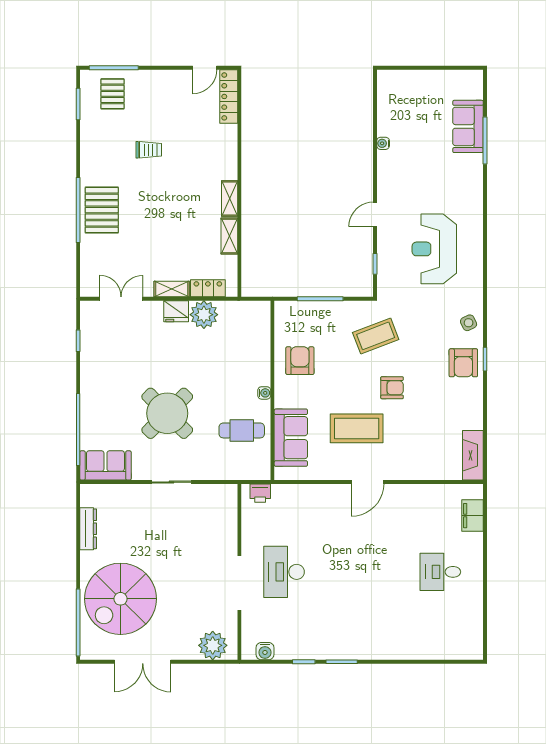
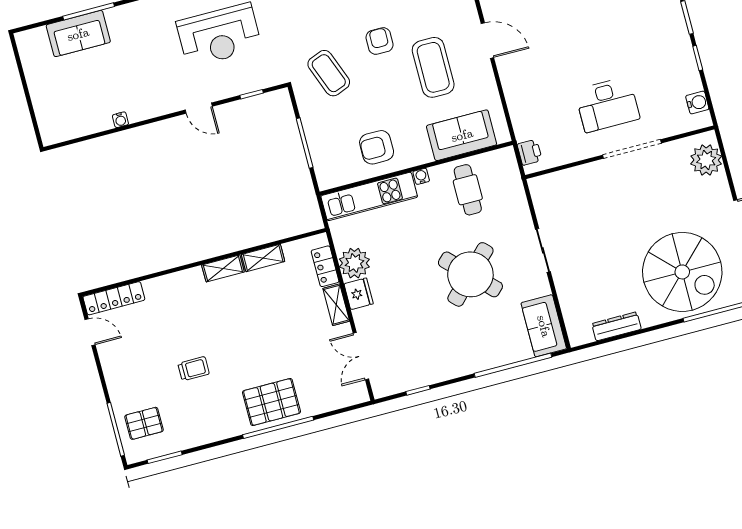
trolley: (149, 150) -> (194, 369), turned 90
kitchen unit: (259, 343) -> (369, 196), added

